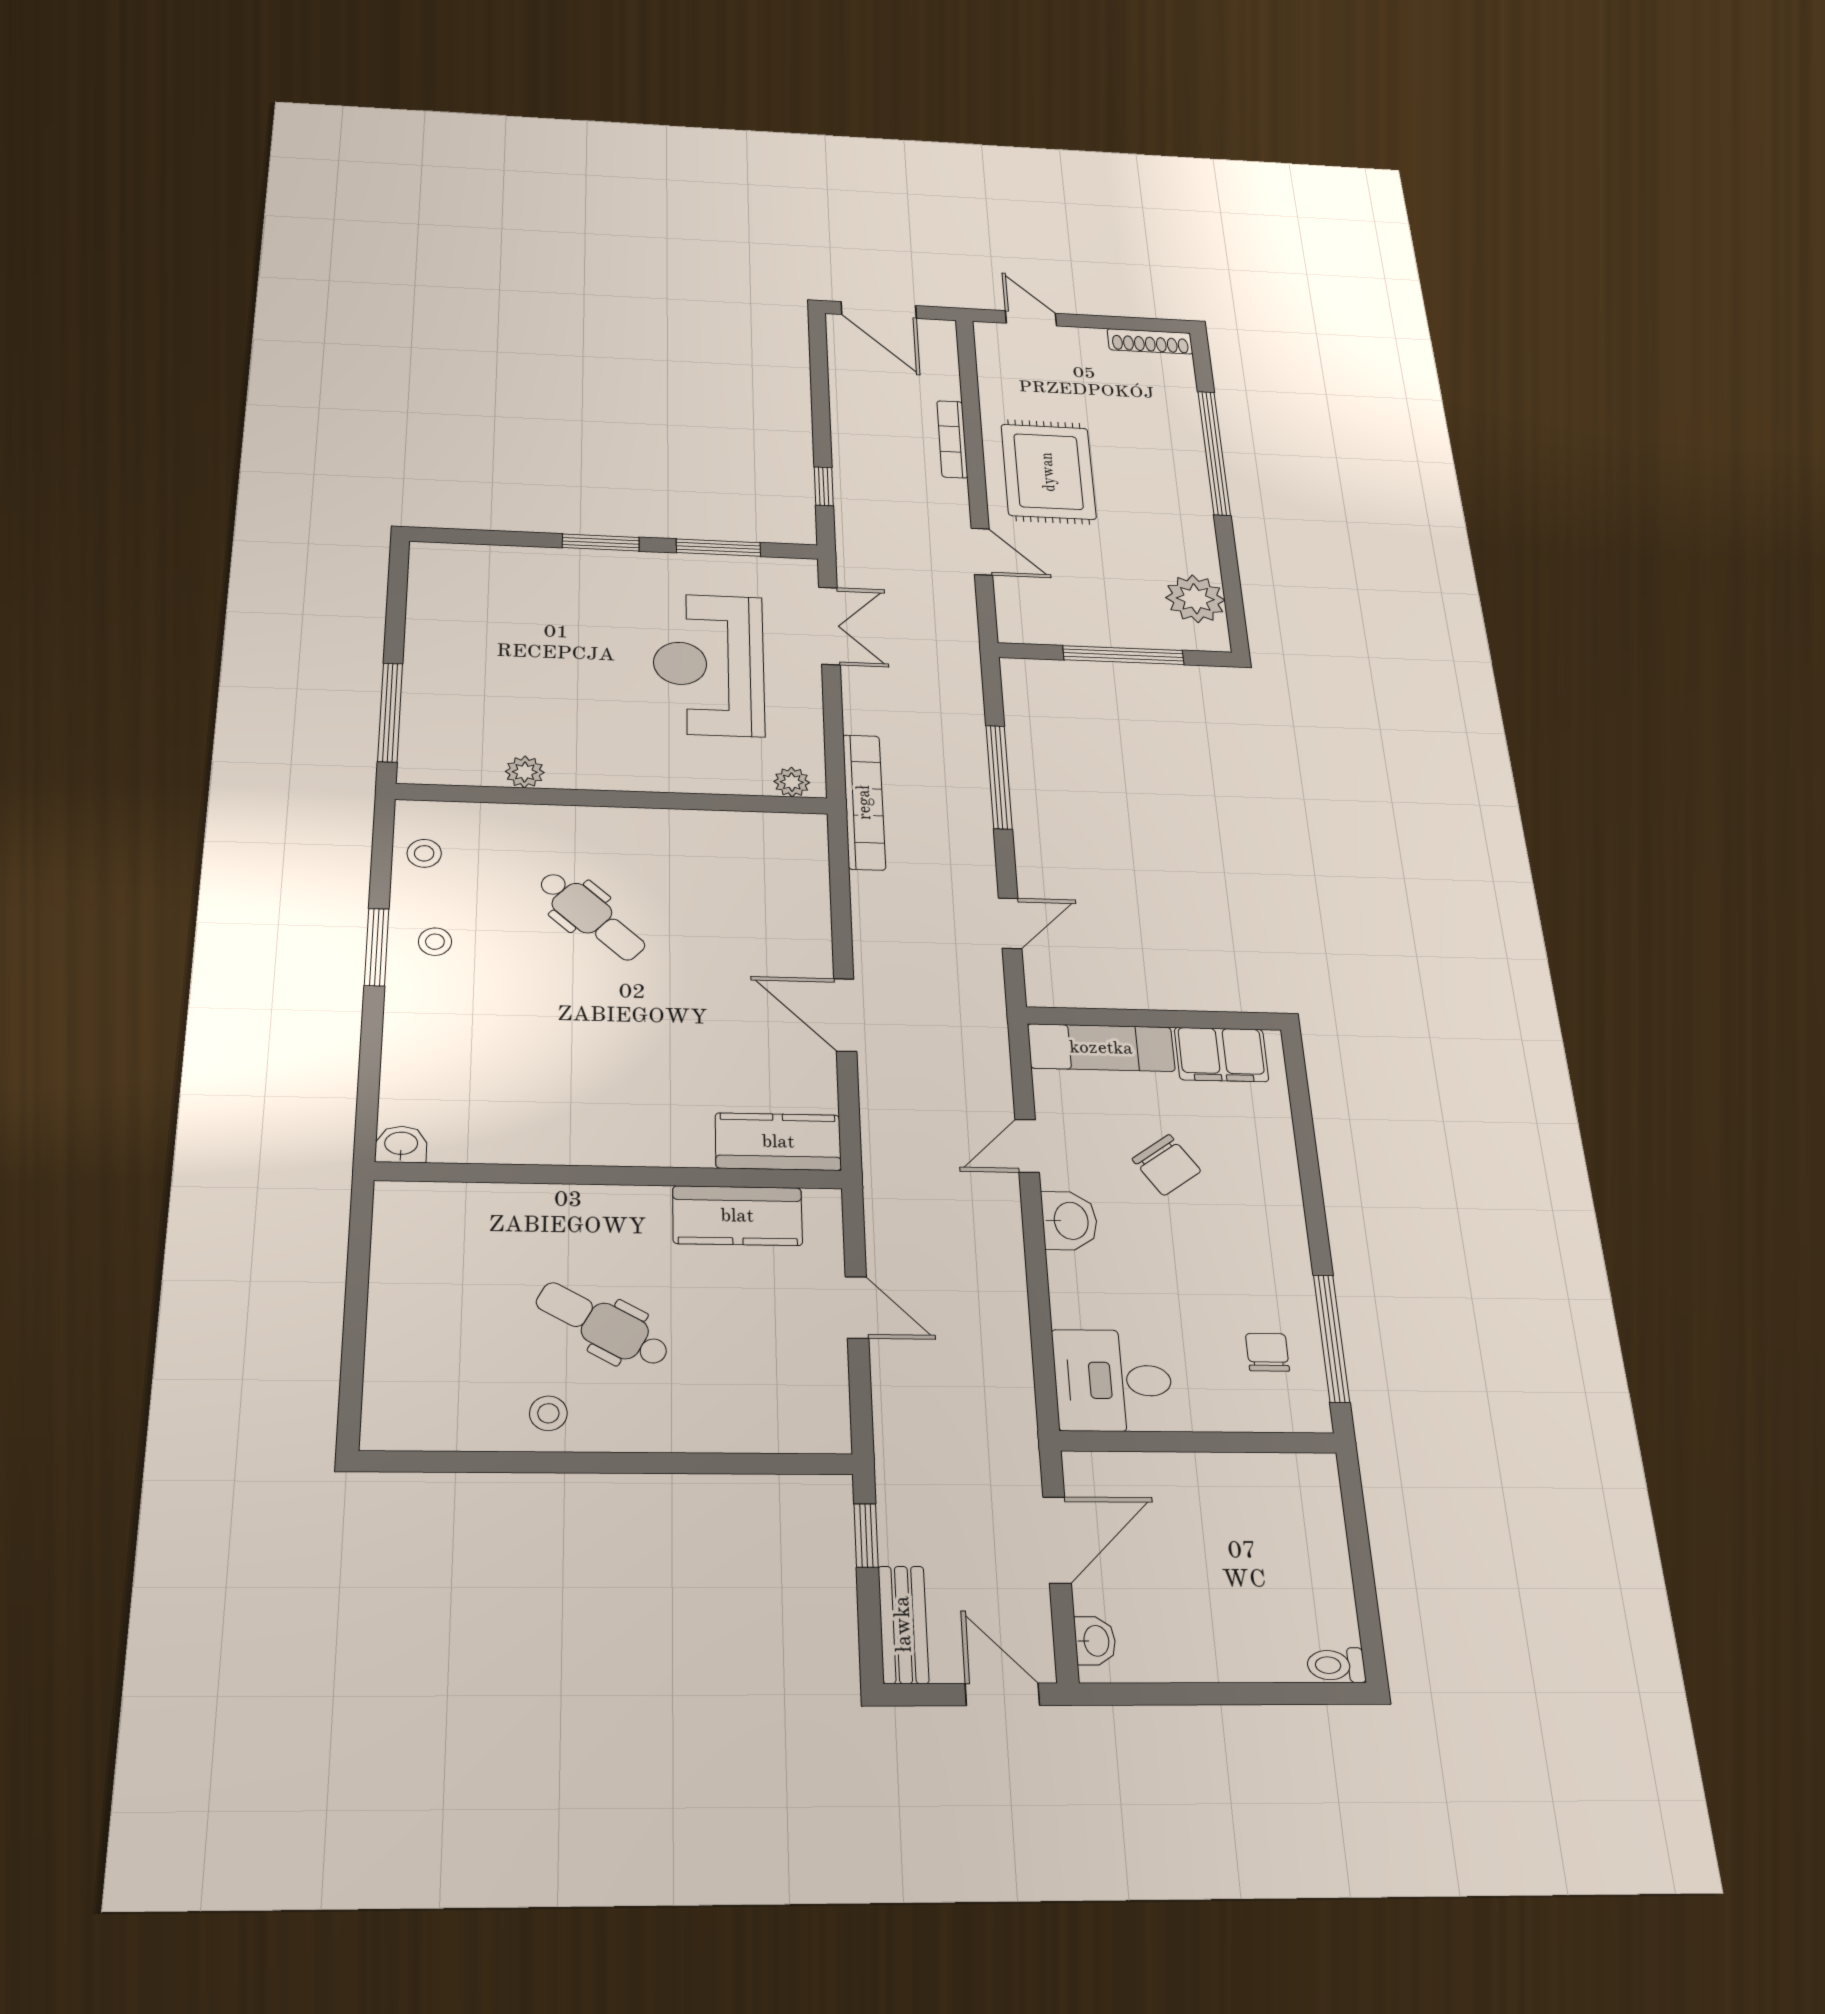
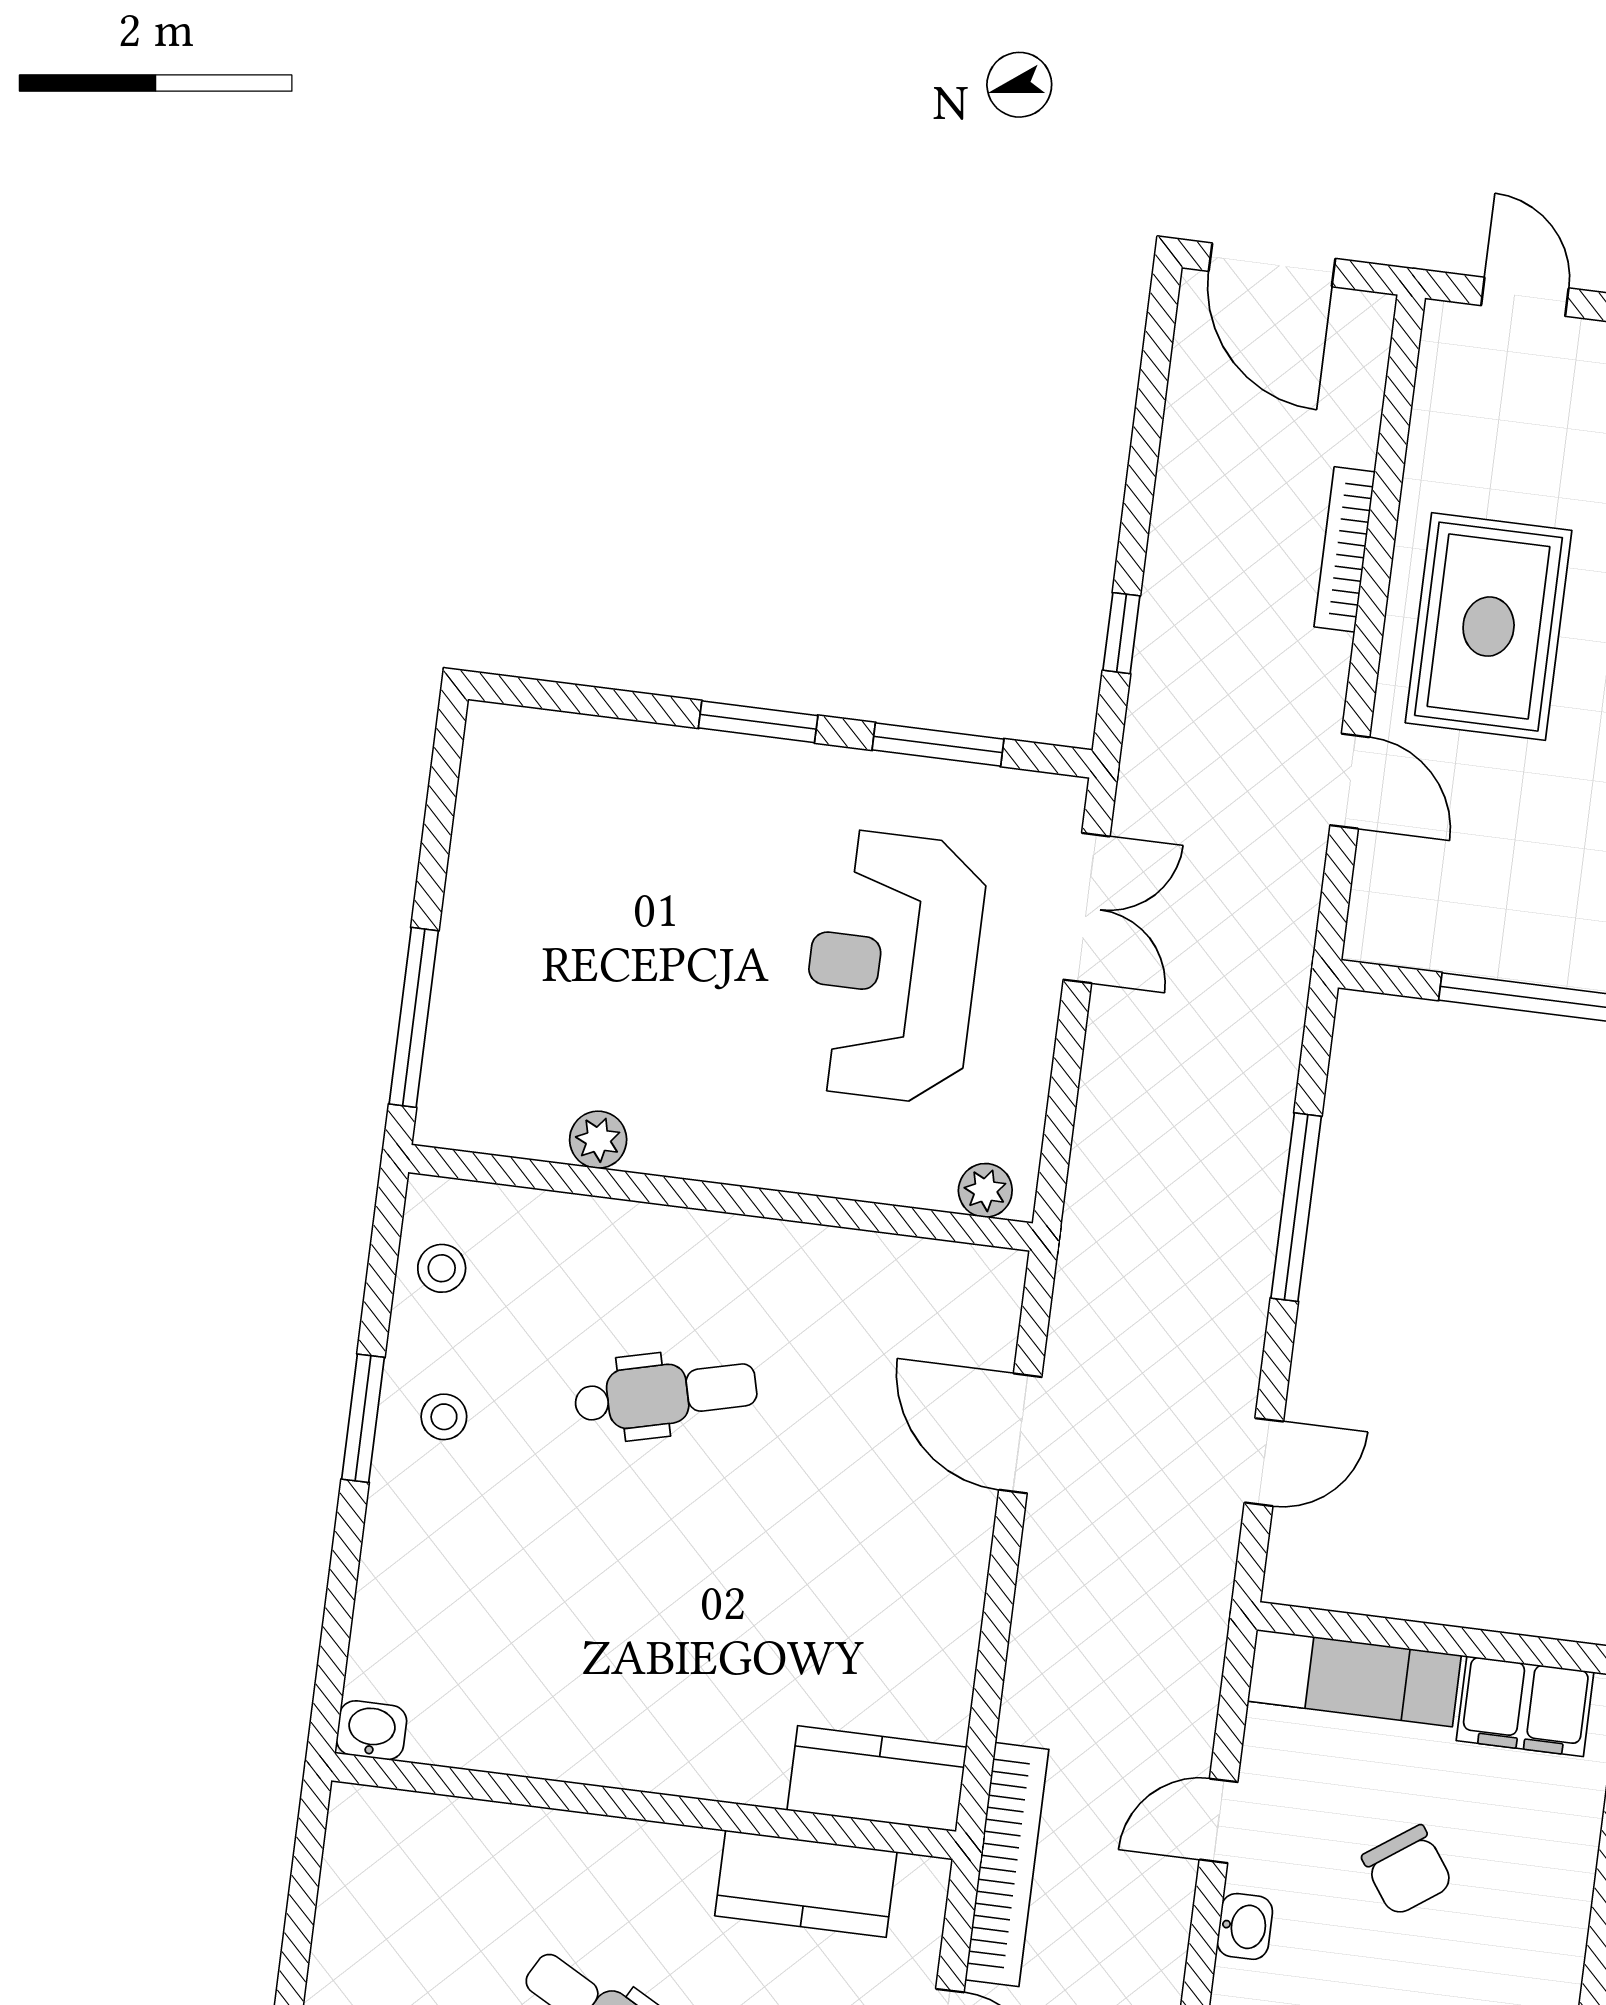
bookcase: (864, 802) -> (1007, 1865), moved
dental chair: (591, 916) -> (666, 1394), turned -57
door: (845, 1015) -> (1020, 1433), moved
washbasin: (1070, 1221) -> (1245, 1926), width x0.72, depth x0.69

